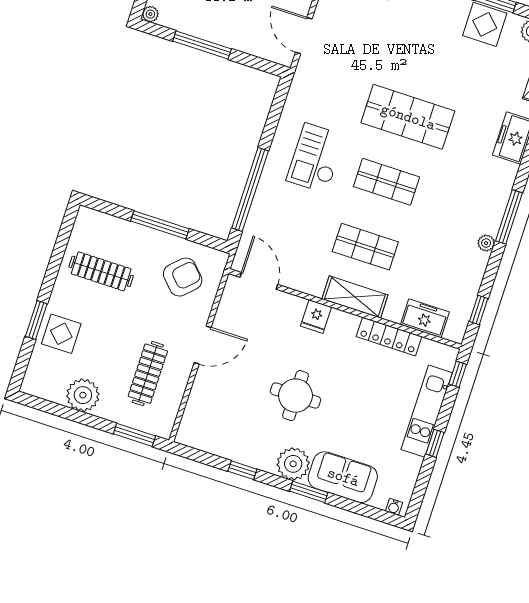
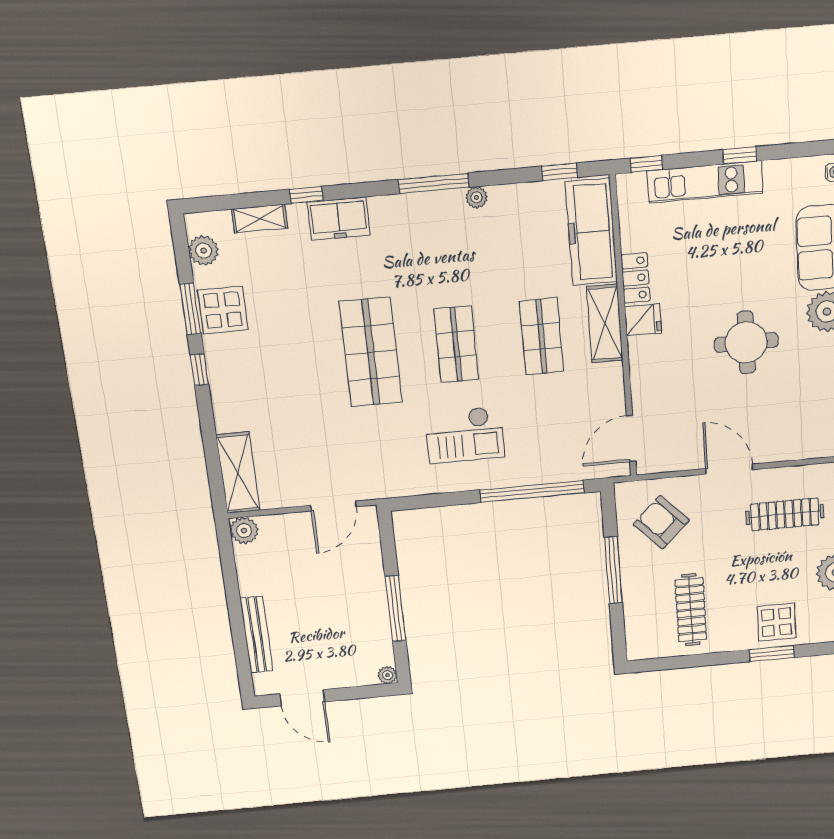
fridge: (316, 317) -> (643, 320), moved
freezer: (425, 318) -> (591, 232), width x1.91, depth x1.26
locker: (389, 337) -> (635, 278), width x0.66

